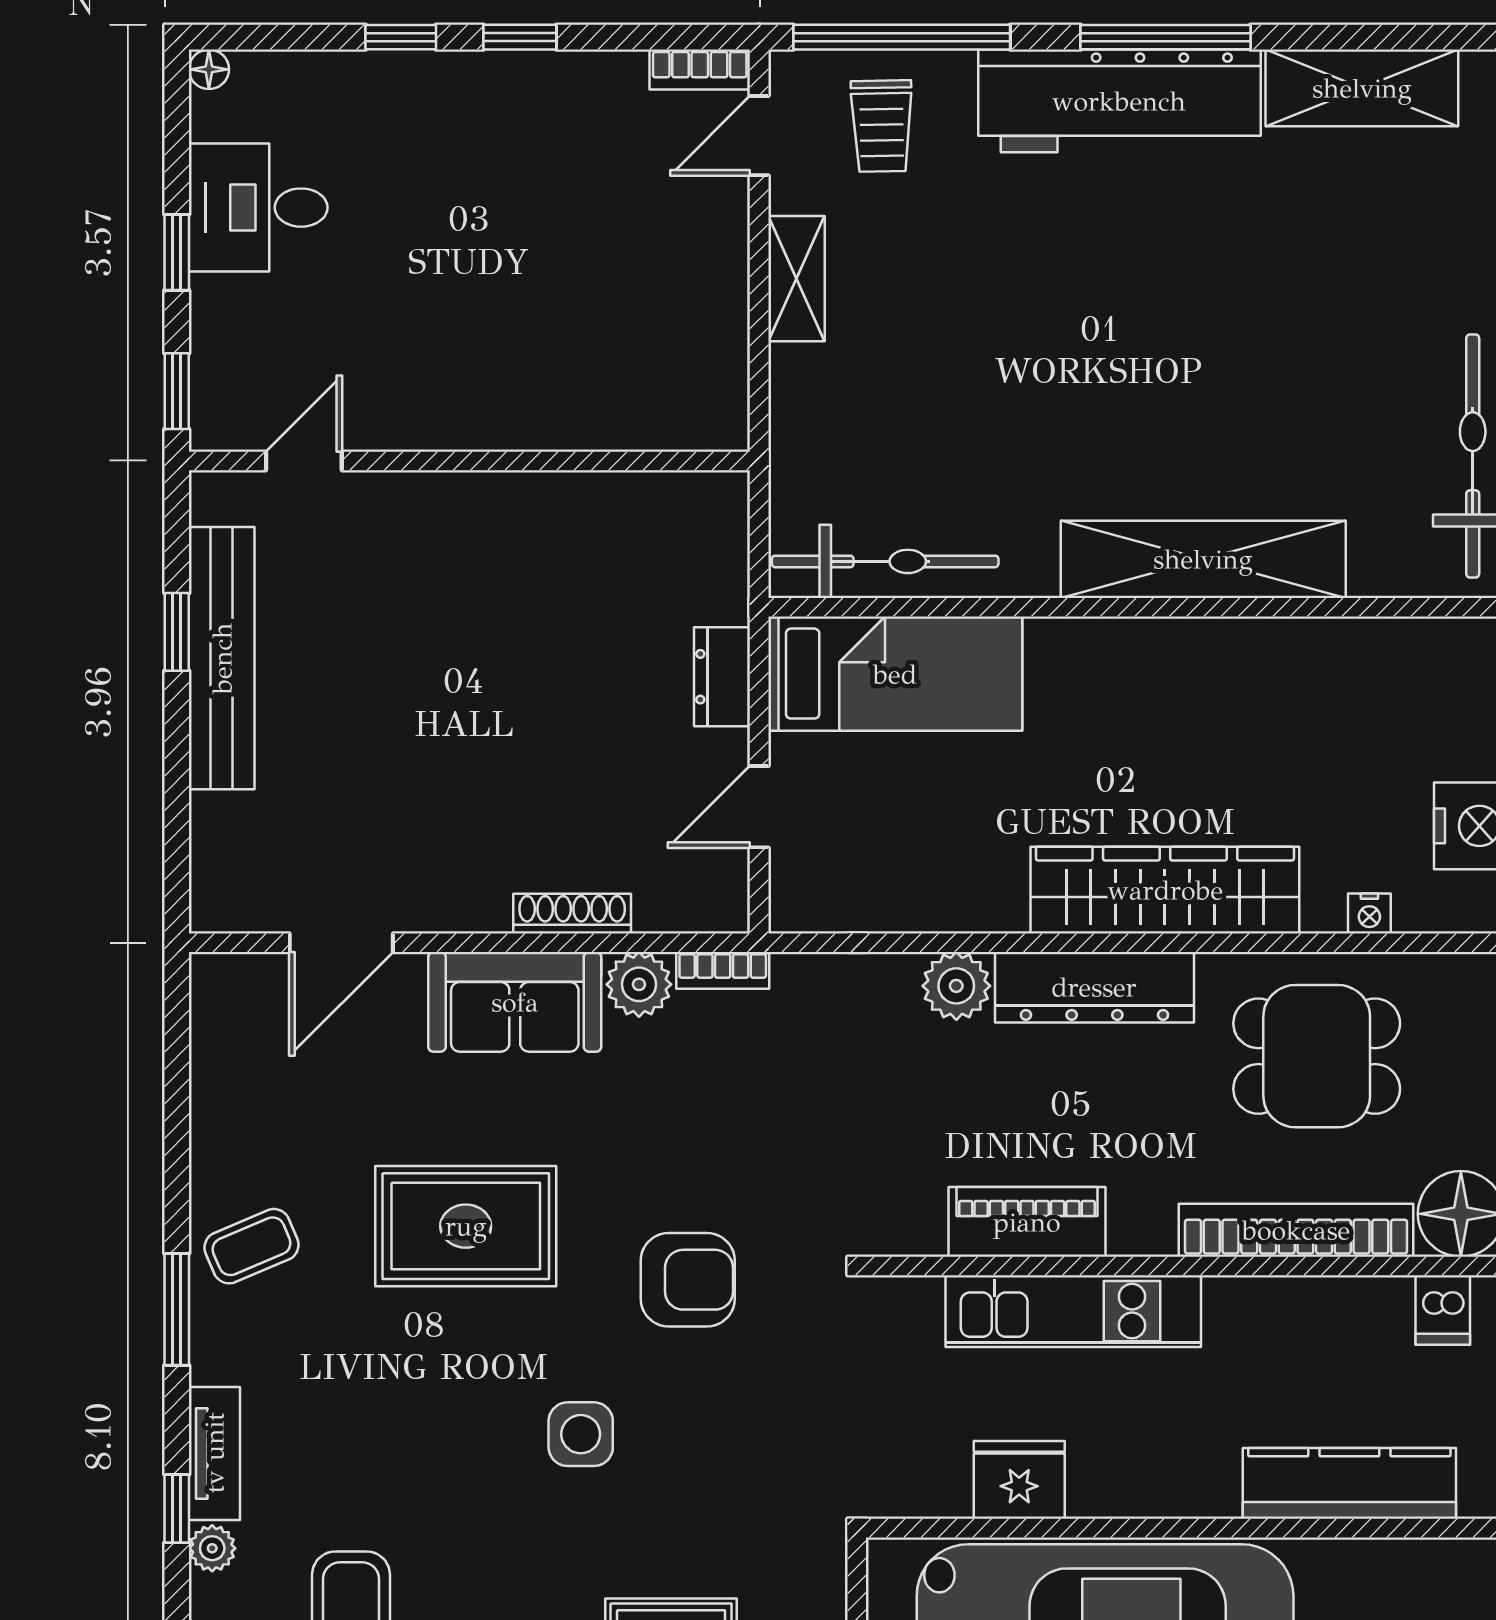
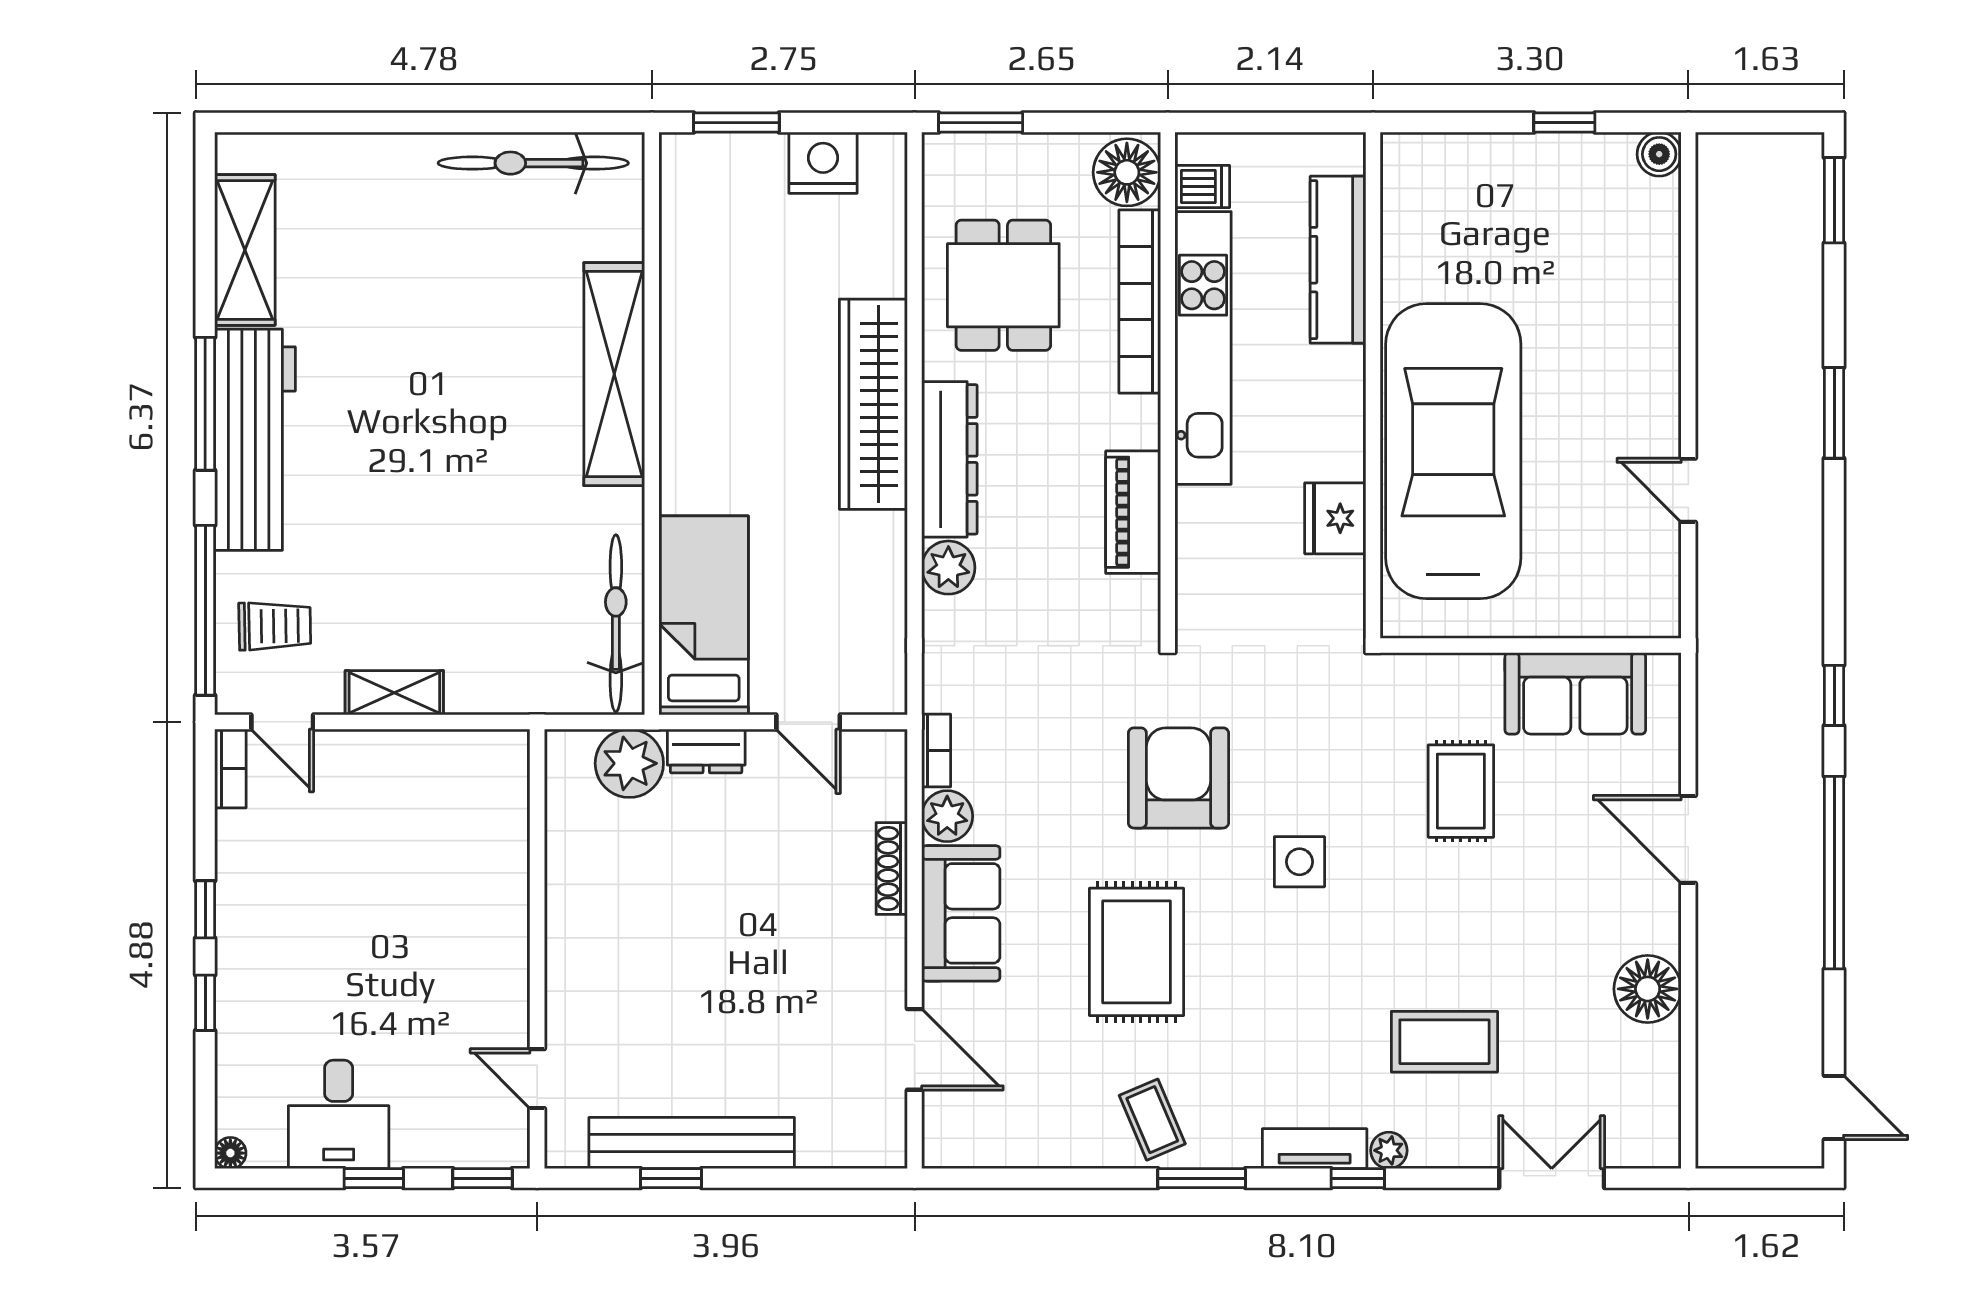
plant: (706, 579) -> (629, 763), added
nightstand: (1369, 913) -> (892, 244), removed
armchair: (688, 1280) -> (1178, 778), width x1.36, depth x1.36
kitchen unit: (1073, 1311) -> (1203, 348), moved, width x1.36

